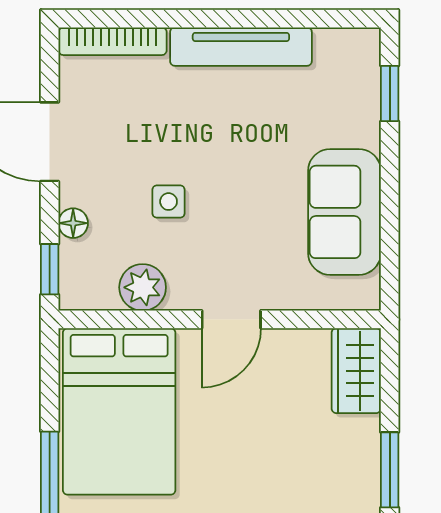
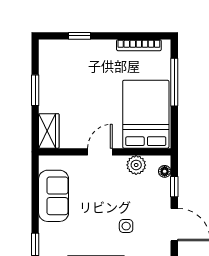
side table: (169, 202) -> (126, 226), moved
floor lamp: (73, 223) -> (165, 171), moved
window: (50, 269) -> (174, 187), moved

